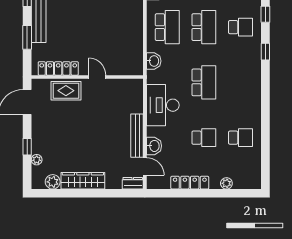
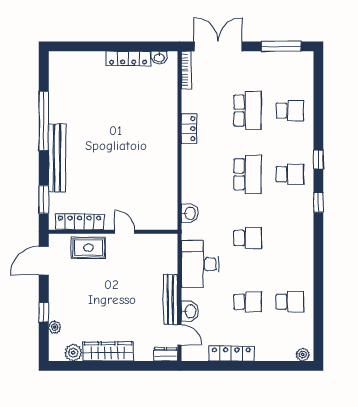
school desk: (167, 27) -> (205, 174), removed
window: (27, 37) -> (44, 200), moved
school desk: (204, 82) -> (248, 238), width x0.54
plant: (226, 183) -> (303, 354), moved

